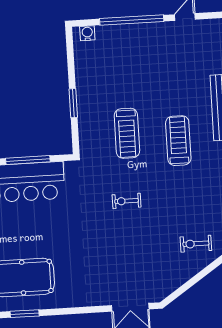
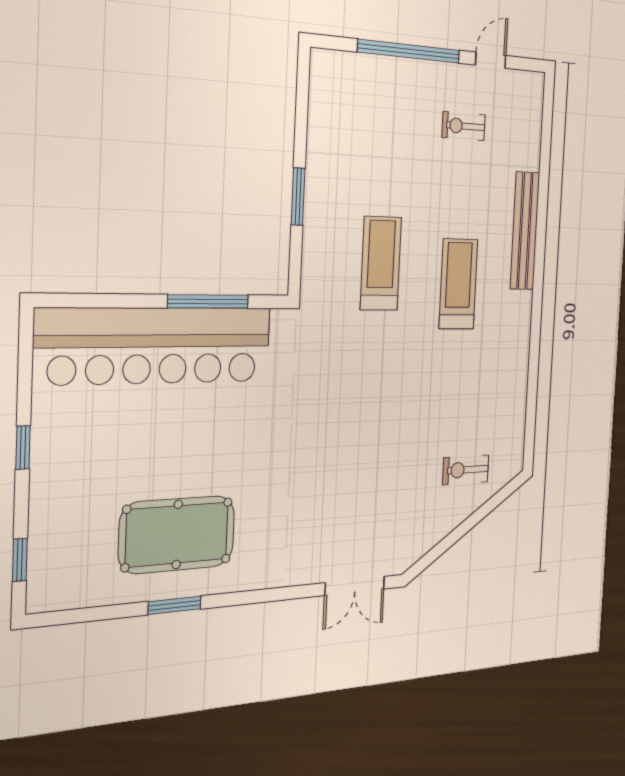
water cooler: (87, 33) -> (335, 64), removed
treadmill: (127, 133) -> (381, 263), turned 180
exercise bike: (127, 201) -> (464, 126), moved

